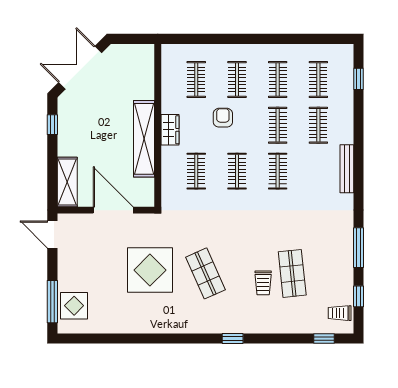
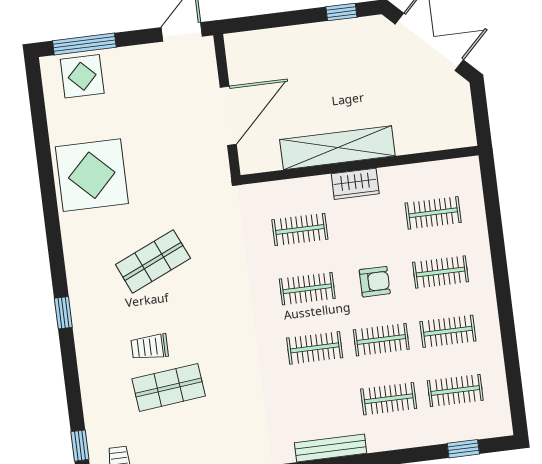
armchair: (223, 118) -> (375, 282), moved
shelving: (67, 182) -> (261, 44), removed
display table: (150, 270) -> (92, 175), moved

